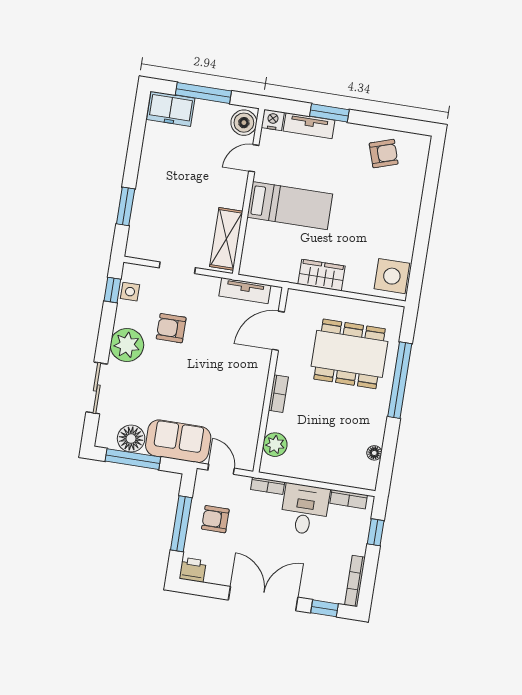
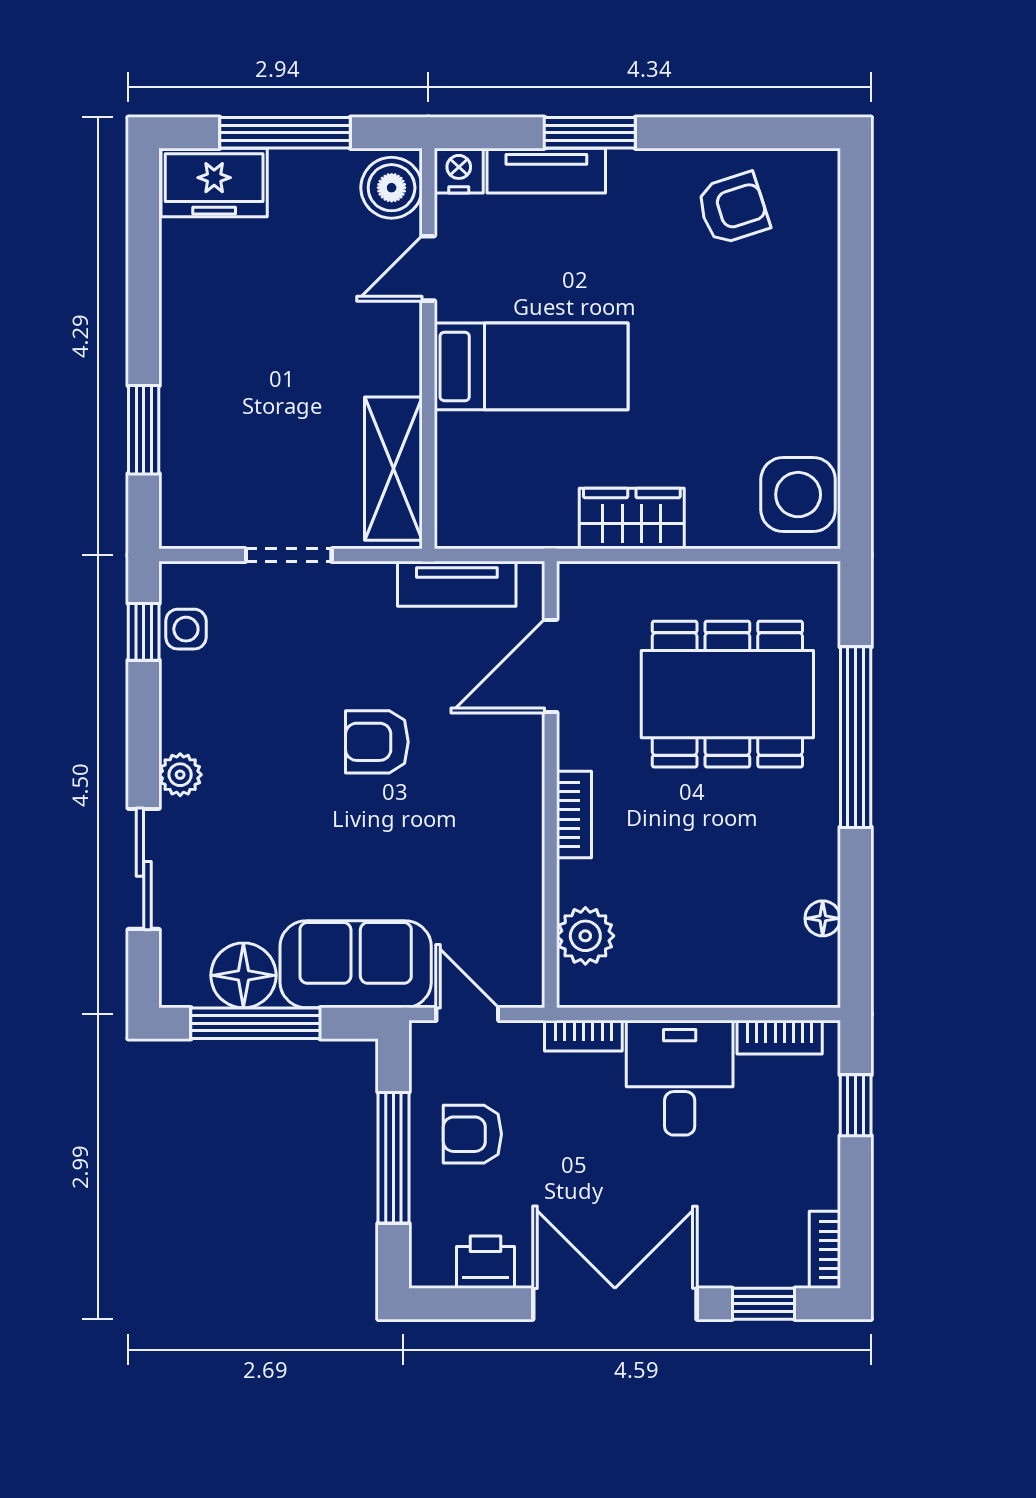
armchair: (171, 328) -> (377, 742), moved
plant: (127, 345) -> (180, 775), width x0.53, depth x0.53
printer: (193, 570) -> (485, 1262), moved
bookcase: (355, 581) -> (825, 1250), width x0.64

